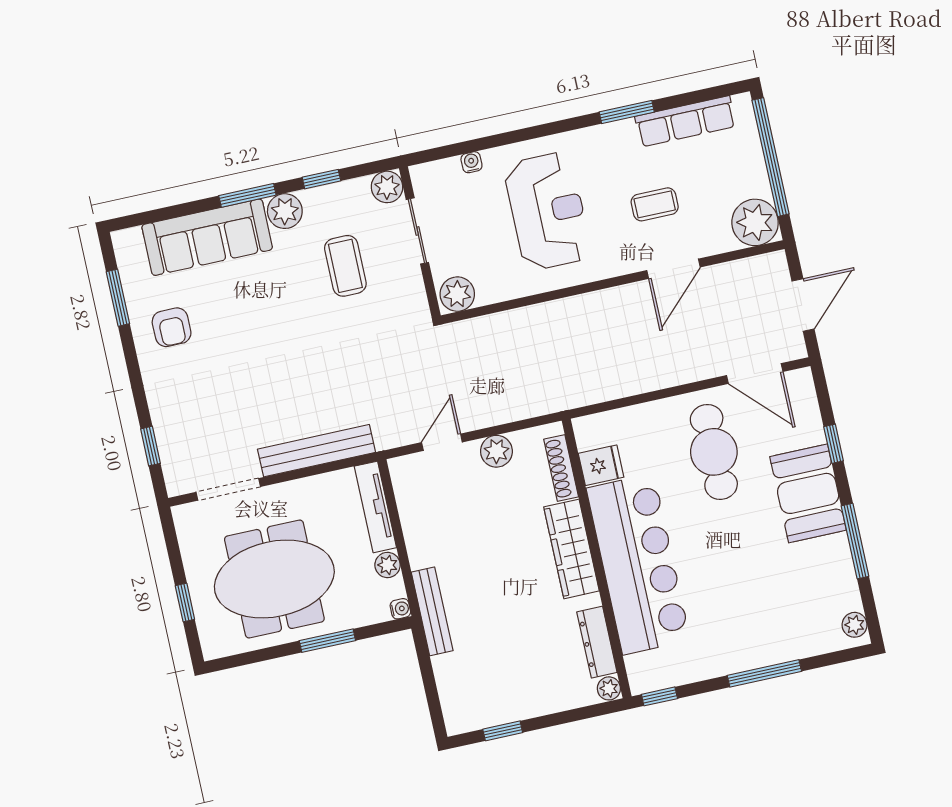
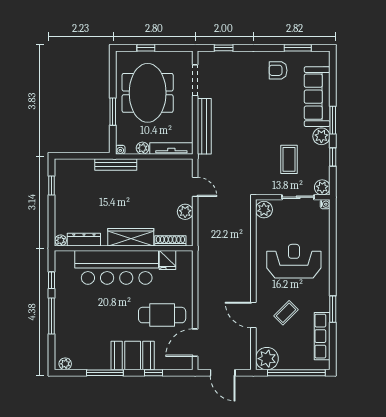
water cooler: (471, 162) -> (325, 204), moved
coffee table: (655, 204) -> (286, 313), turned 45
reception desk: (548, 211) -> (294, 261), turned 180
coffee table: (345, 266) -> (289, 159), turned 90
window: (659, 696) -> (52, 280), moved

